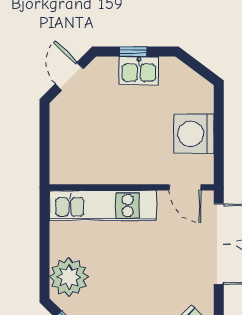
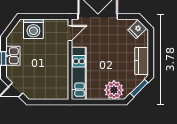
washing machine: (194, 134) -> (33, 29), moved

